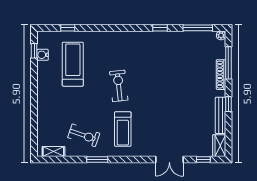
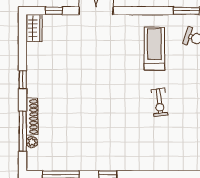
plant: (221, 35) -> (32, 142), moved
exercise bike: (119, 86) -> (159, 102), width x0.73, depth x0.72
bench: (220, 115) -> (33, 66), removed

